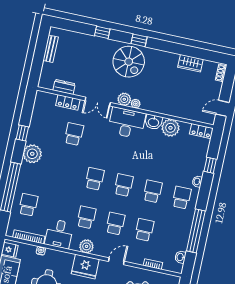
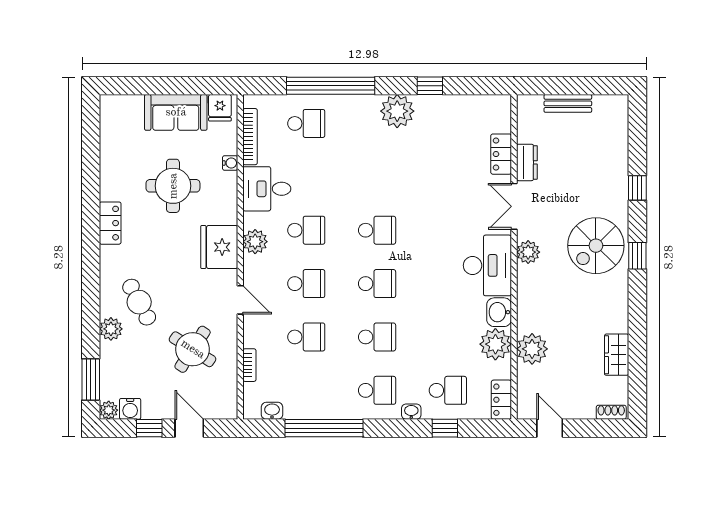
bench: (51, 49) -> (568, 103), moved
dresser: (64, 87) -> (527, 162), moved
plant: (136, 104) -> (532, 349), moved, width x1.88, depth x1.88
school desk: (74, 134) -> (448, 390), moved

